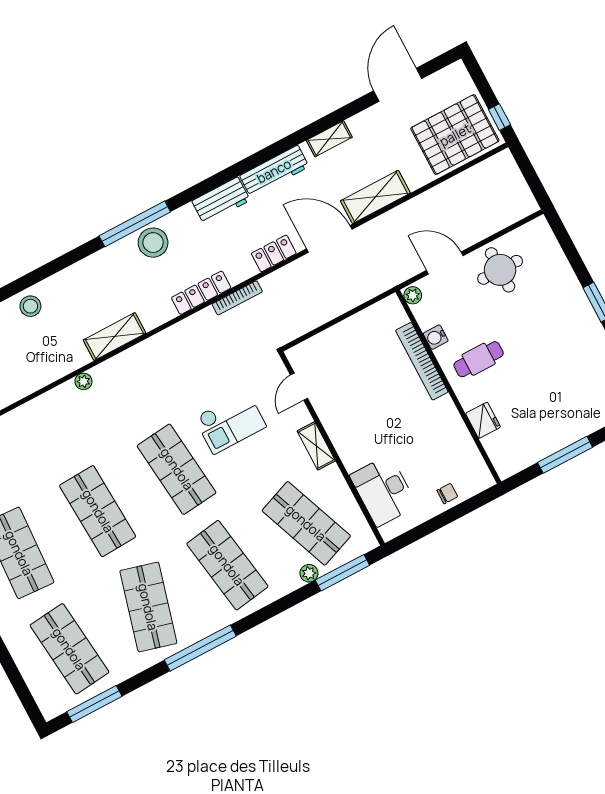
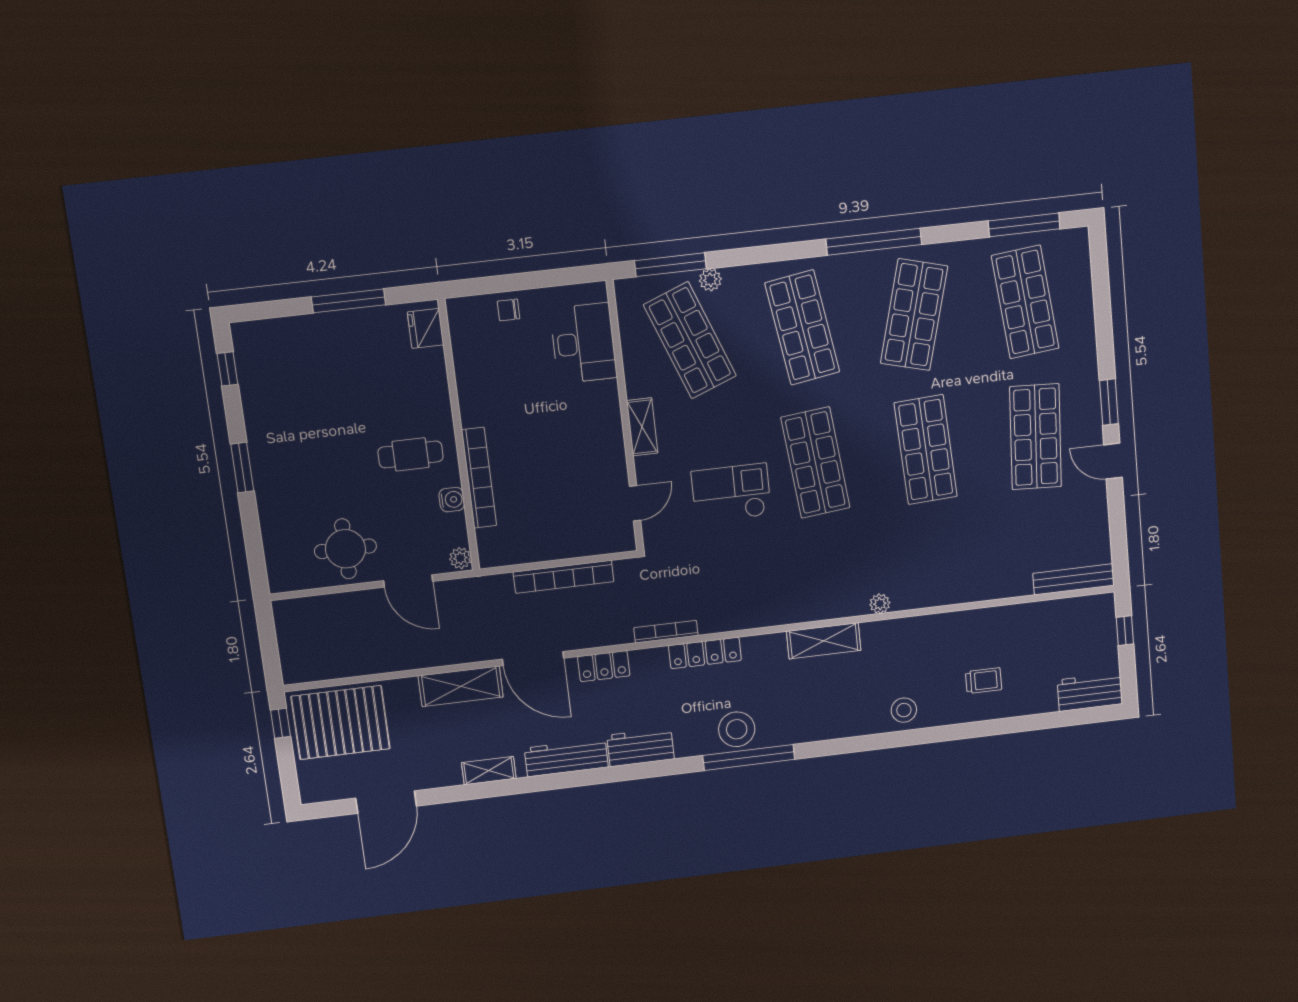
bookcase: (331, 311) -> (564, 577), added
fridge: (483, 420) -> (426, 328), moved

